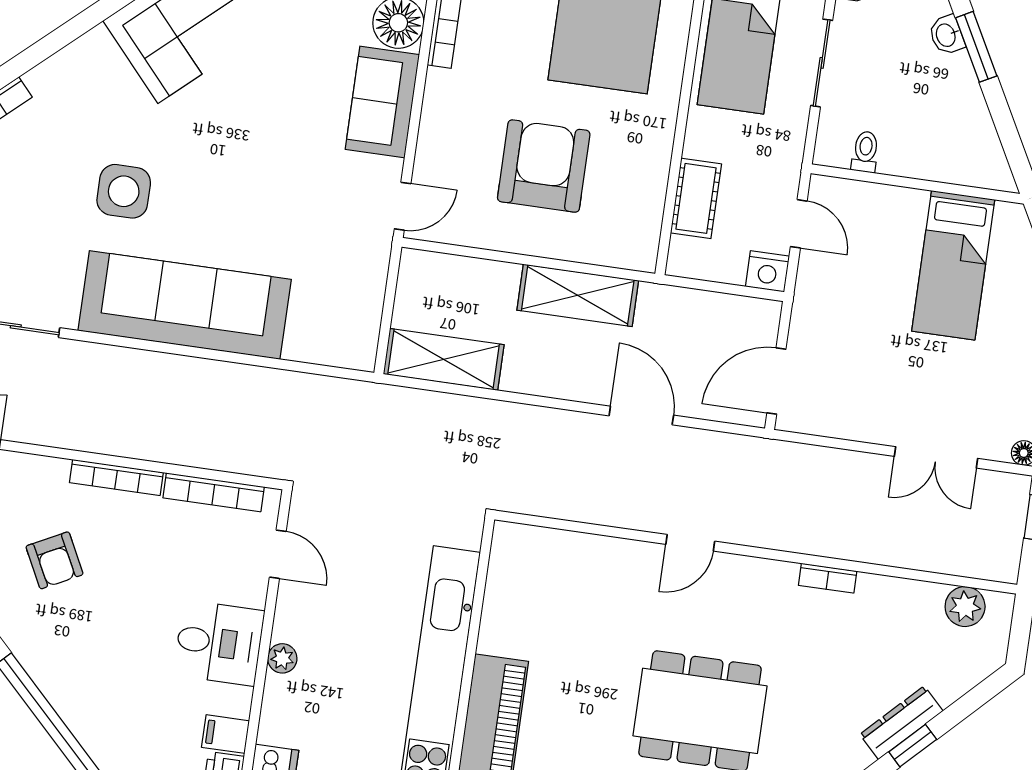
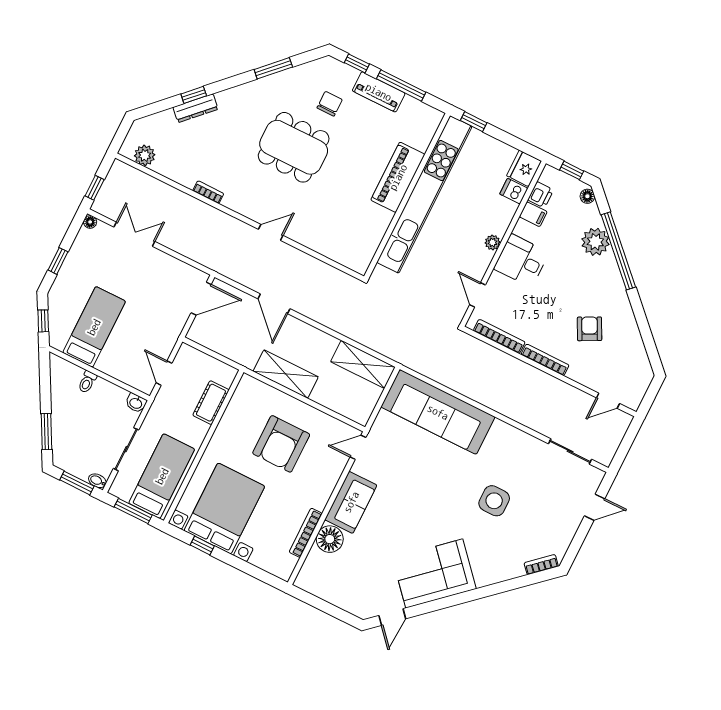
washbasin: (947, 35) -> (136, 403), moved, turned 118
toilet: (865, 152) -> (87, 382), moved
nightstand: (767, 271) -> (187, 355), removed
sofa: (185, 305) -> (438, 412), moved
plant: (96, 722) -> (595, 242), added

